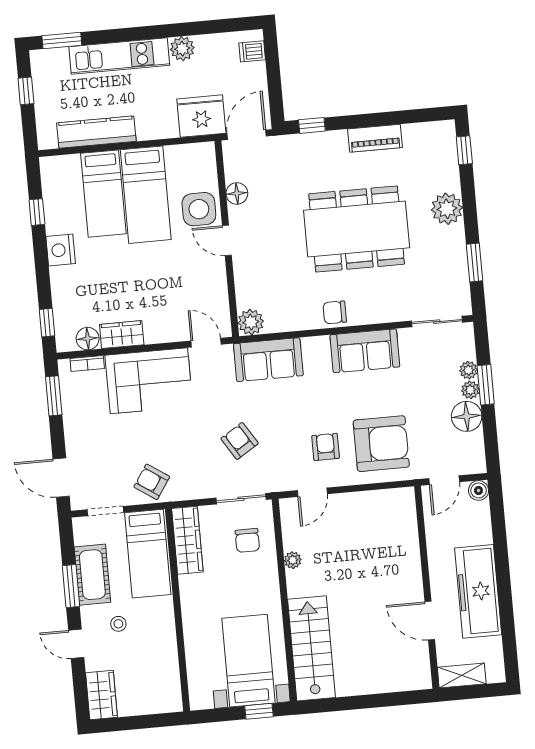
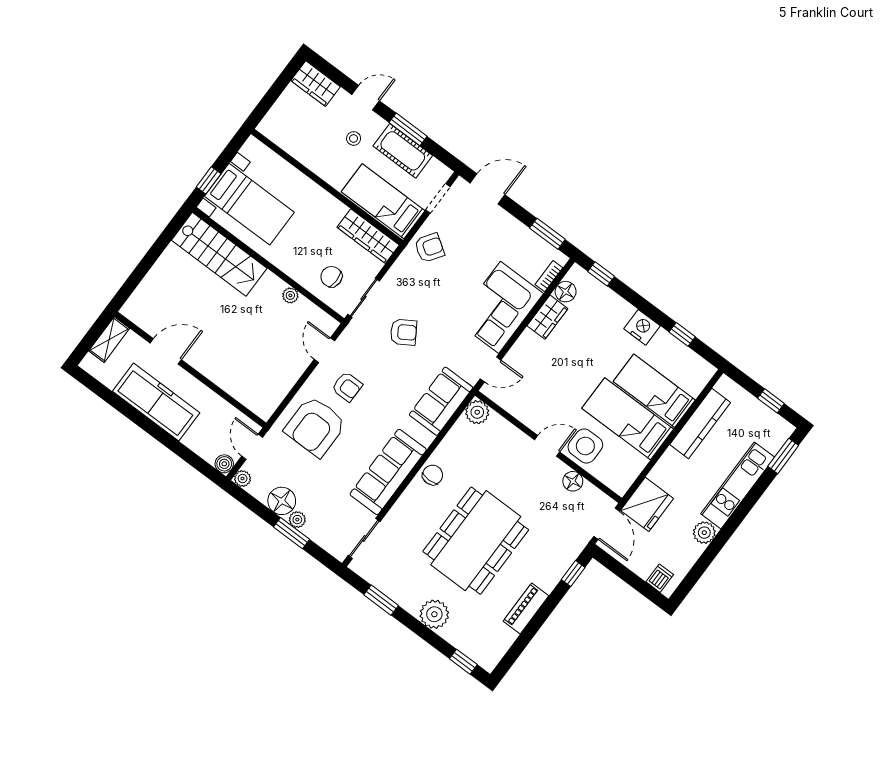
sofa: (365, 351) -> (388, 472), width x1.36
plant: (469, 370) -> (243, 479), moved

